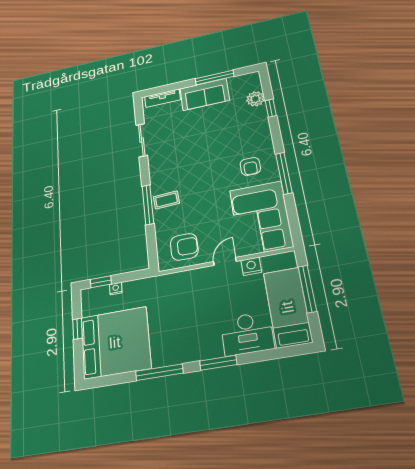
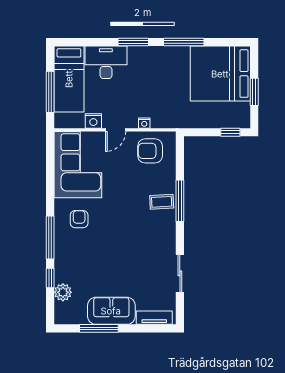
window: (284, 173) -> (50, 238), moved
nightstand: (116, 289) -> (144, 123), moved
window: (77, 329) -> (254, 92), width x1.50

